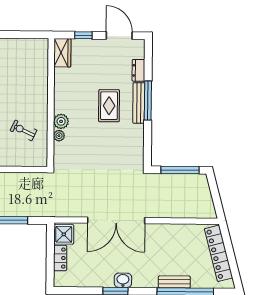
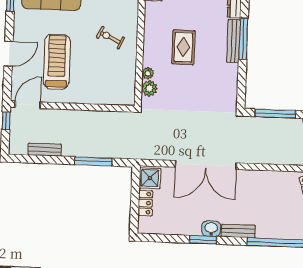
rug: (109, 106) -> (183, 47), moved
plant: (61, 121) -> (149, 88), moved
exercise bike: (24, 130) -> (110, 38), moved
bench: (174, 282) -> (238, 231), moved

